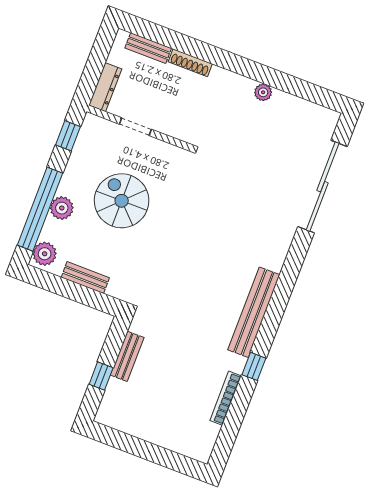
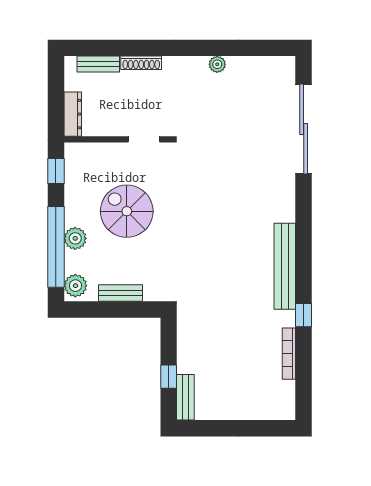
doorway: (135, 127) -> (144, 139), moved
bench: (127, 356) -> (185, 397), moved

